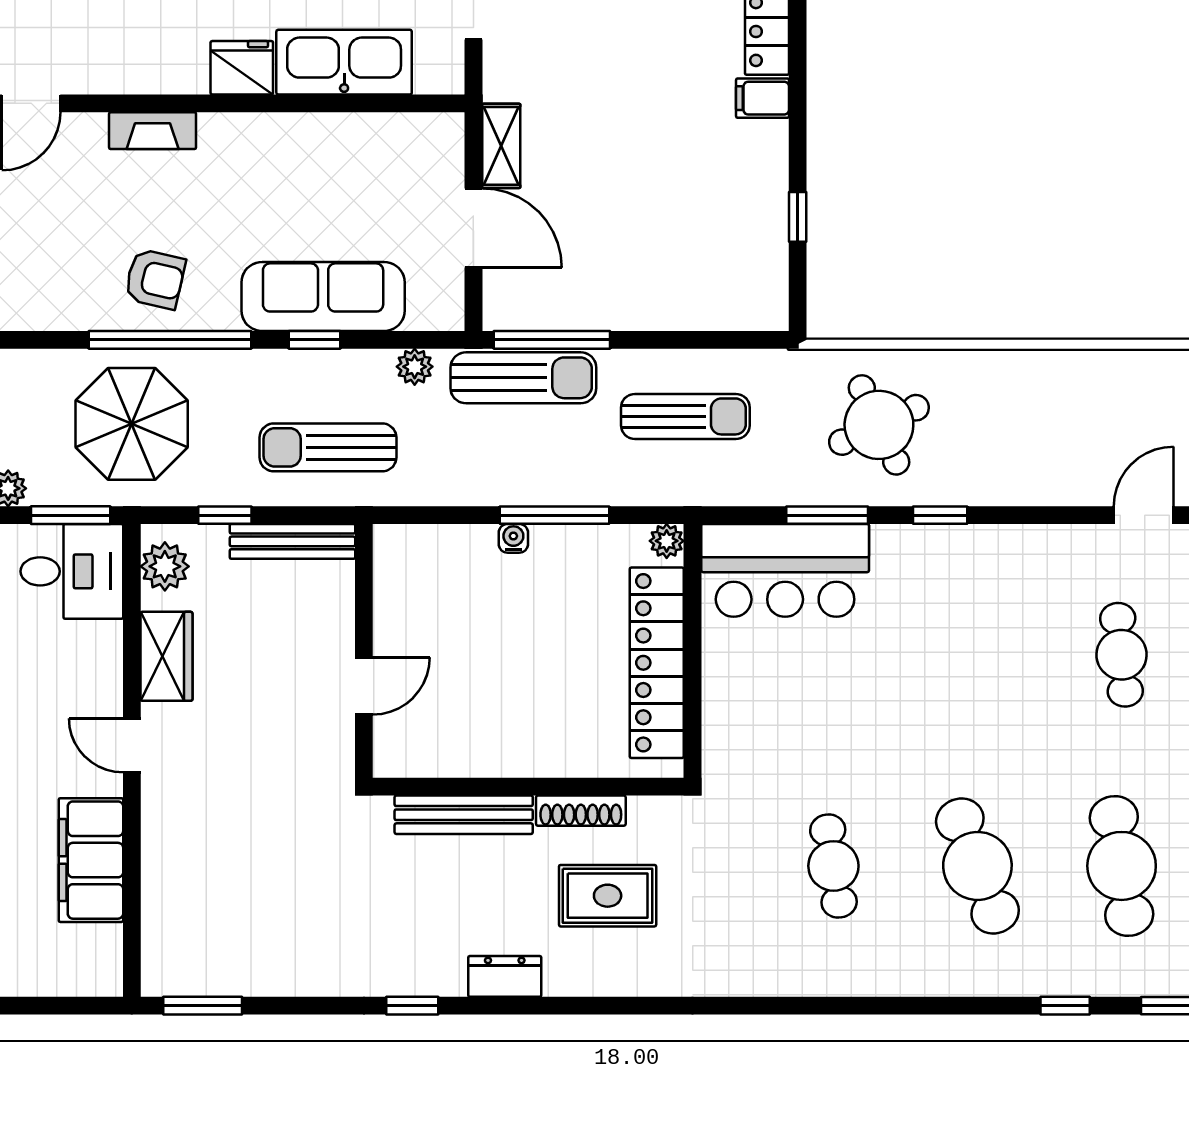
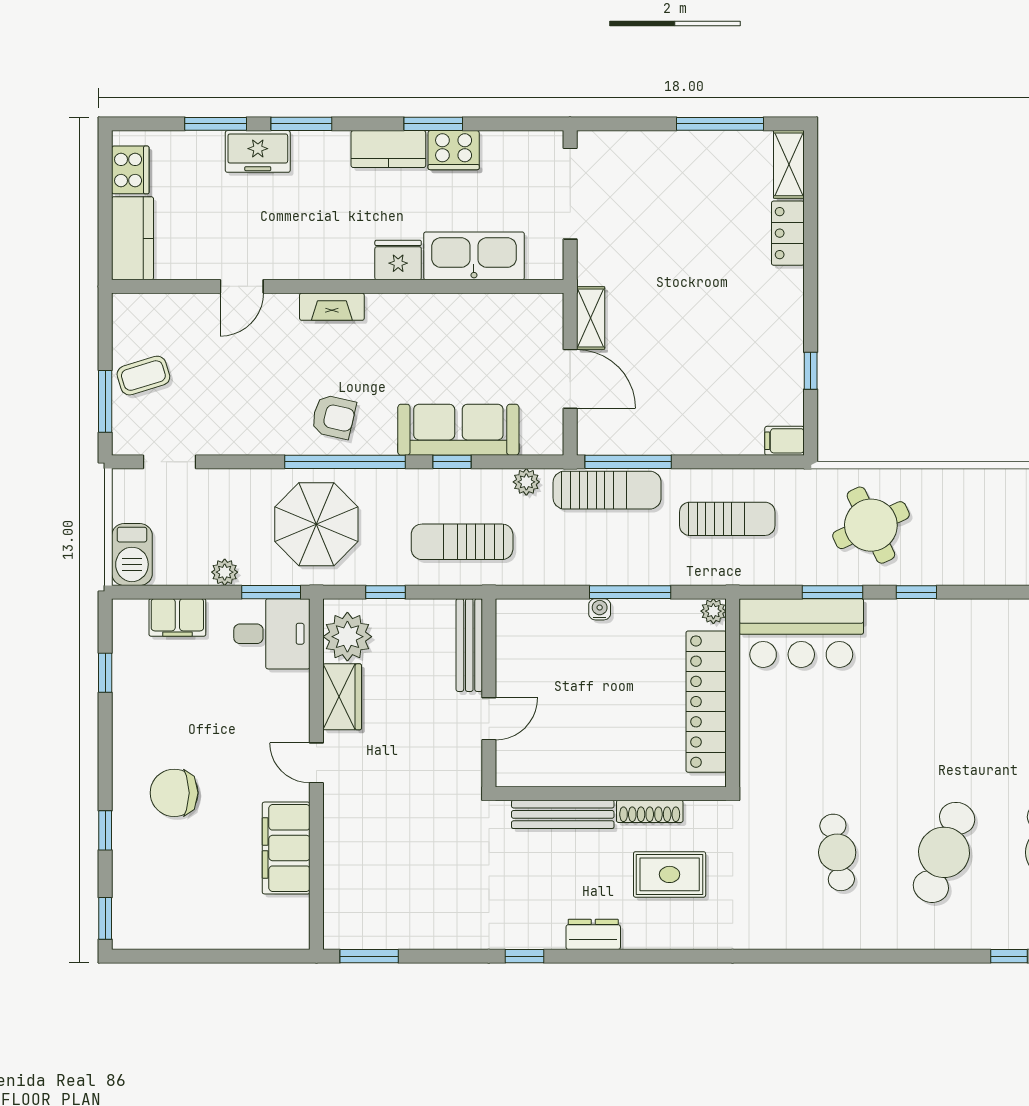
filing cabinet: (763, 98) -> (785, 441), moved
bench: (293, 541) -> (469, 645), moved, turned 90
plant: (165, 566) -> (347, 637), width x1.36, depth x1.36
cafe table: (977, 866) -> (944, 852), turned 42

